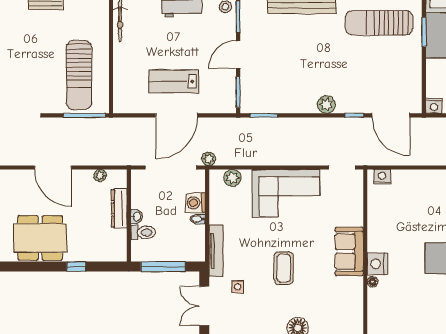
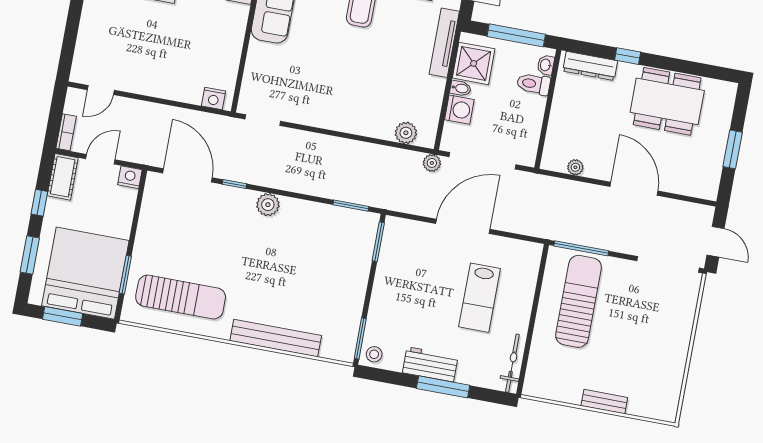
door: (238, 55) -> (369, 290), removed
lab bench: (174, 81) -> (480, 298), moved, turned 90
corner sofa: (286, 193) -> (341, 100), removed
dresser: (119, 208) -> (590, 66), moved, turned 90
washbasin: (137, 216) -> (546, 65), moved
shower: (191, 240) -> (474, 63), added

